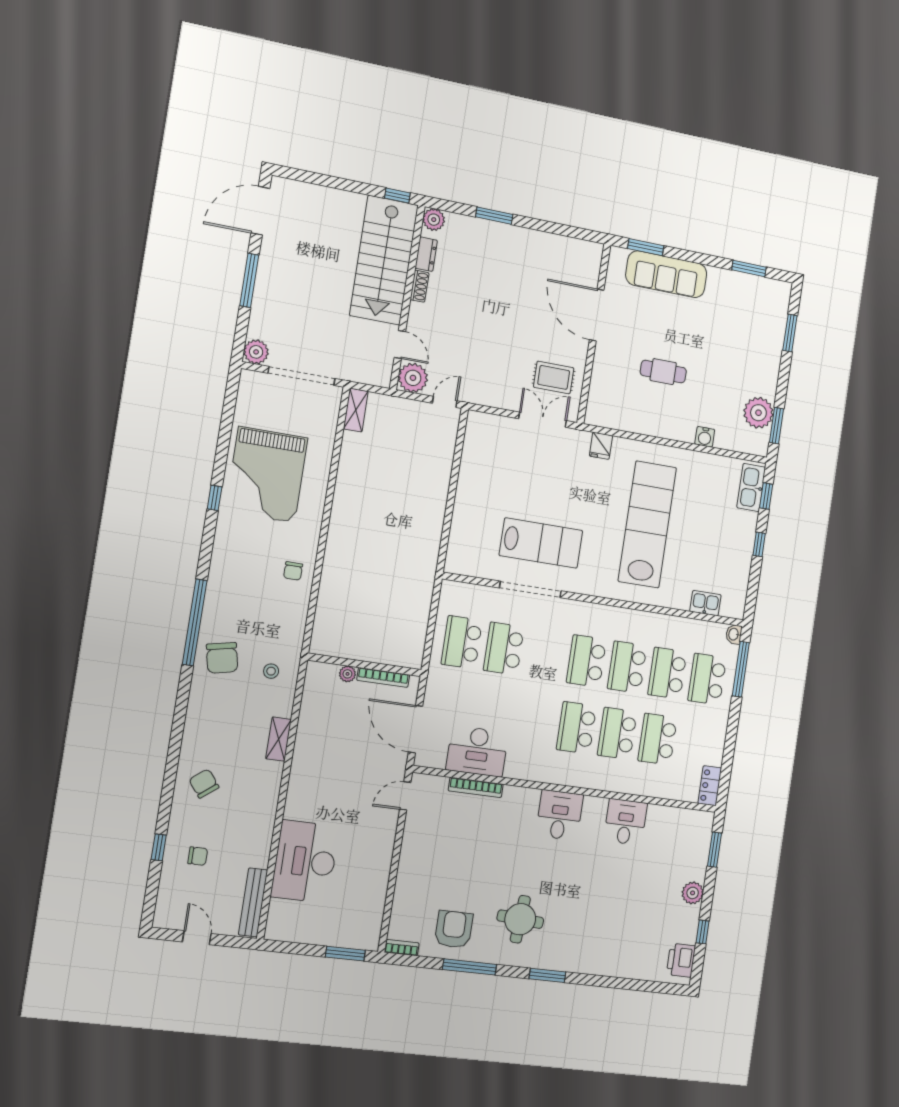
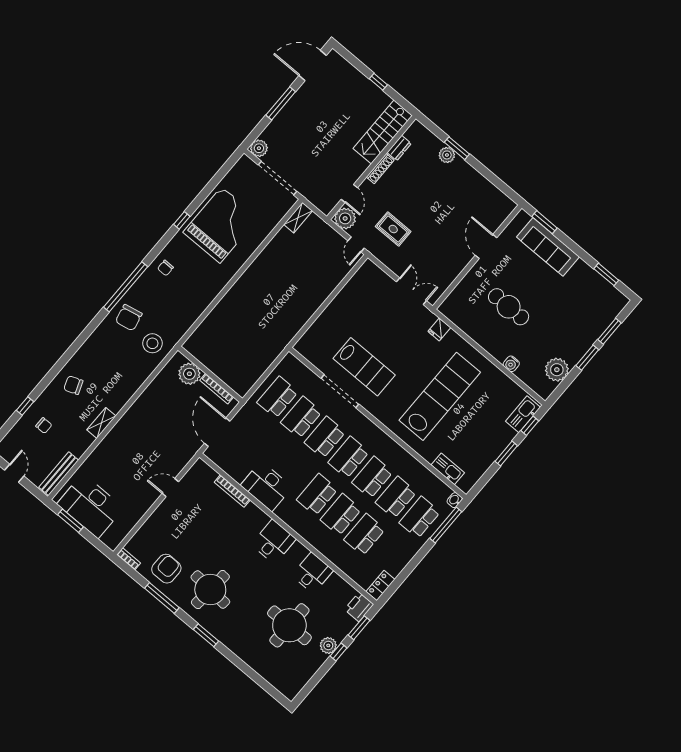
window: (397, 196) -> (378, 82), moved
plant: (434, 220) -> (447, 155), moved
stairs: (384, 260) -> (383, 132), width x0.73, depth x0.66
shoe rack: (420, 286) -> (380, 169), width x1.43
door: (597, 315) -> (486, 246), width x0.73
cafe table: (663, 372) -> (509, 307), width x1.37, depth x1.35
rug: (554, 377) -> (393, 229), moved
door: (445, 402) -> (356, 244), swing flipped
window: (776, 426) -> (587, 358), moved
grand piano: (267, 475) -> (221, 225), turned 180
window: (759, 544) -> (506, 453), width x1.50
chair: (293, 571) -> (166, 268), moved
kitchen sink: (705, 603) -> (448, 469), width x1.38
school desk: (545, 655) -> (325, 437), added
stool: (271, 671) -> (152, 343), width x1.89, depth x1.89
plant: (347, 674) -> (189, 374), width x1.88, depth x1.88
shelving: (279, 739) -> (101, 423), moved
desk: (477, 751) -> (266, 486), moved
chair: (204, 783) -> (73, 385), turned -73
door: (405, 796) -> (170, 488), moved
desk: (305, 861) -> (90, 506), moved, turned -90
round table: (636, 899) -> (289, 625), added
round table: (520, 919) -> (210, 590), width x1.36, depth x1.36
window: (702, 932) -> (339, 652), moved
window: (345, 954) -> (71, 521), moved
printer: (681, 960) -> (359, 607), moved

